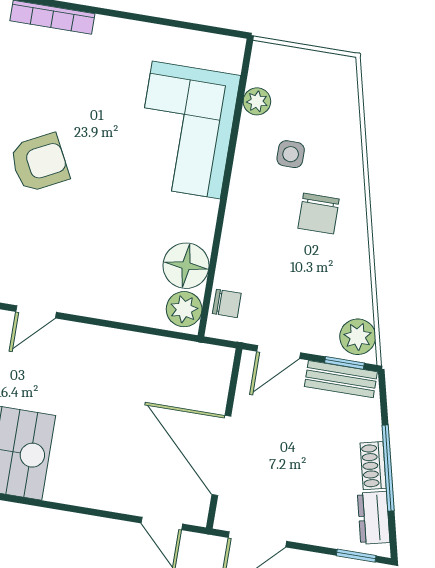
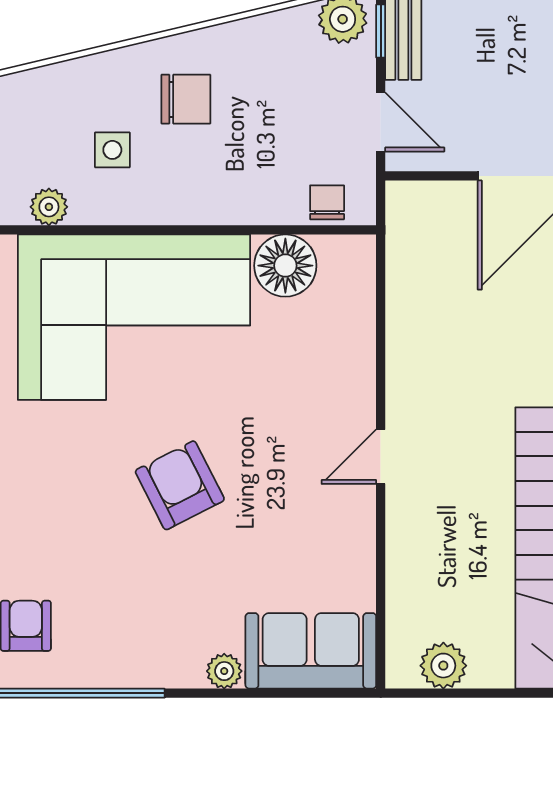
corner sofa: (186, 130) -> (134, 317), width x1.36, depth x1.36
plant: (184, 309) -> (344, 259), removed
door: (36, 312) -> (381, 457), swing flipped

